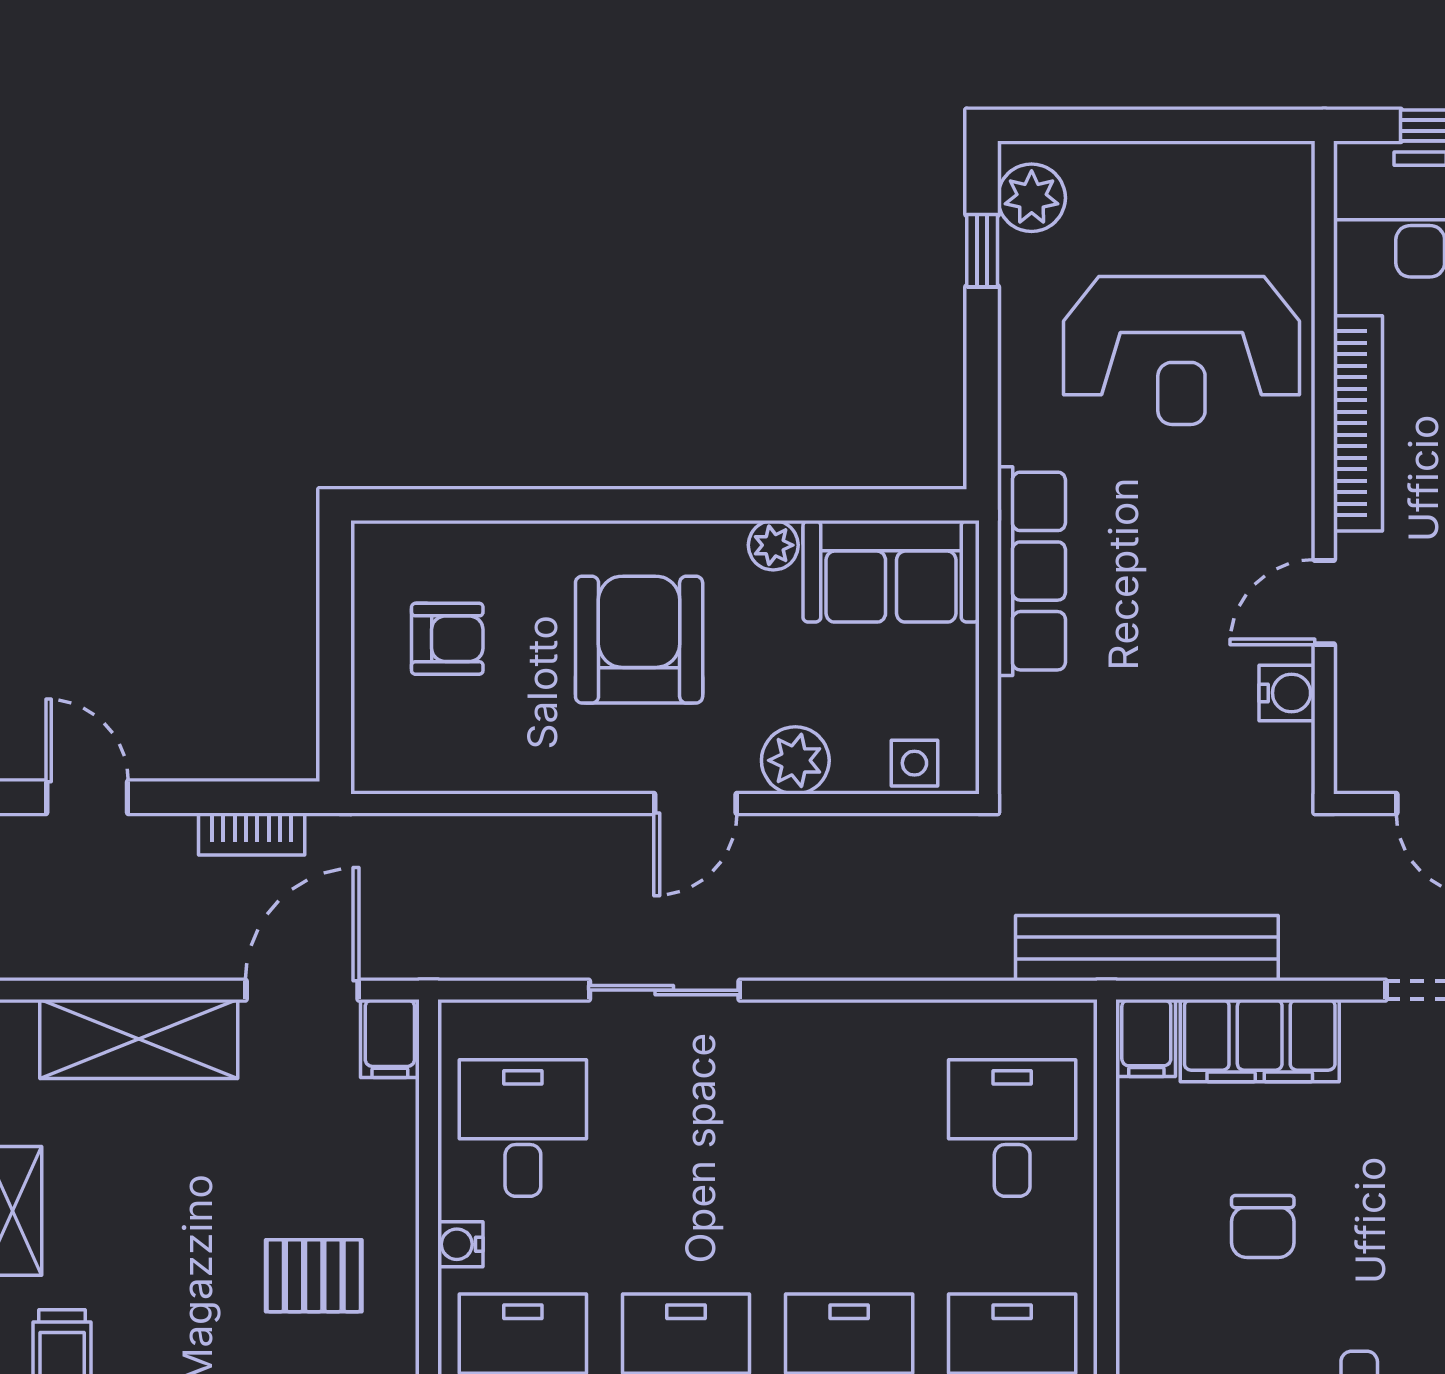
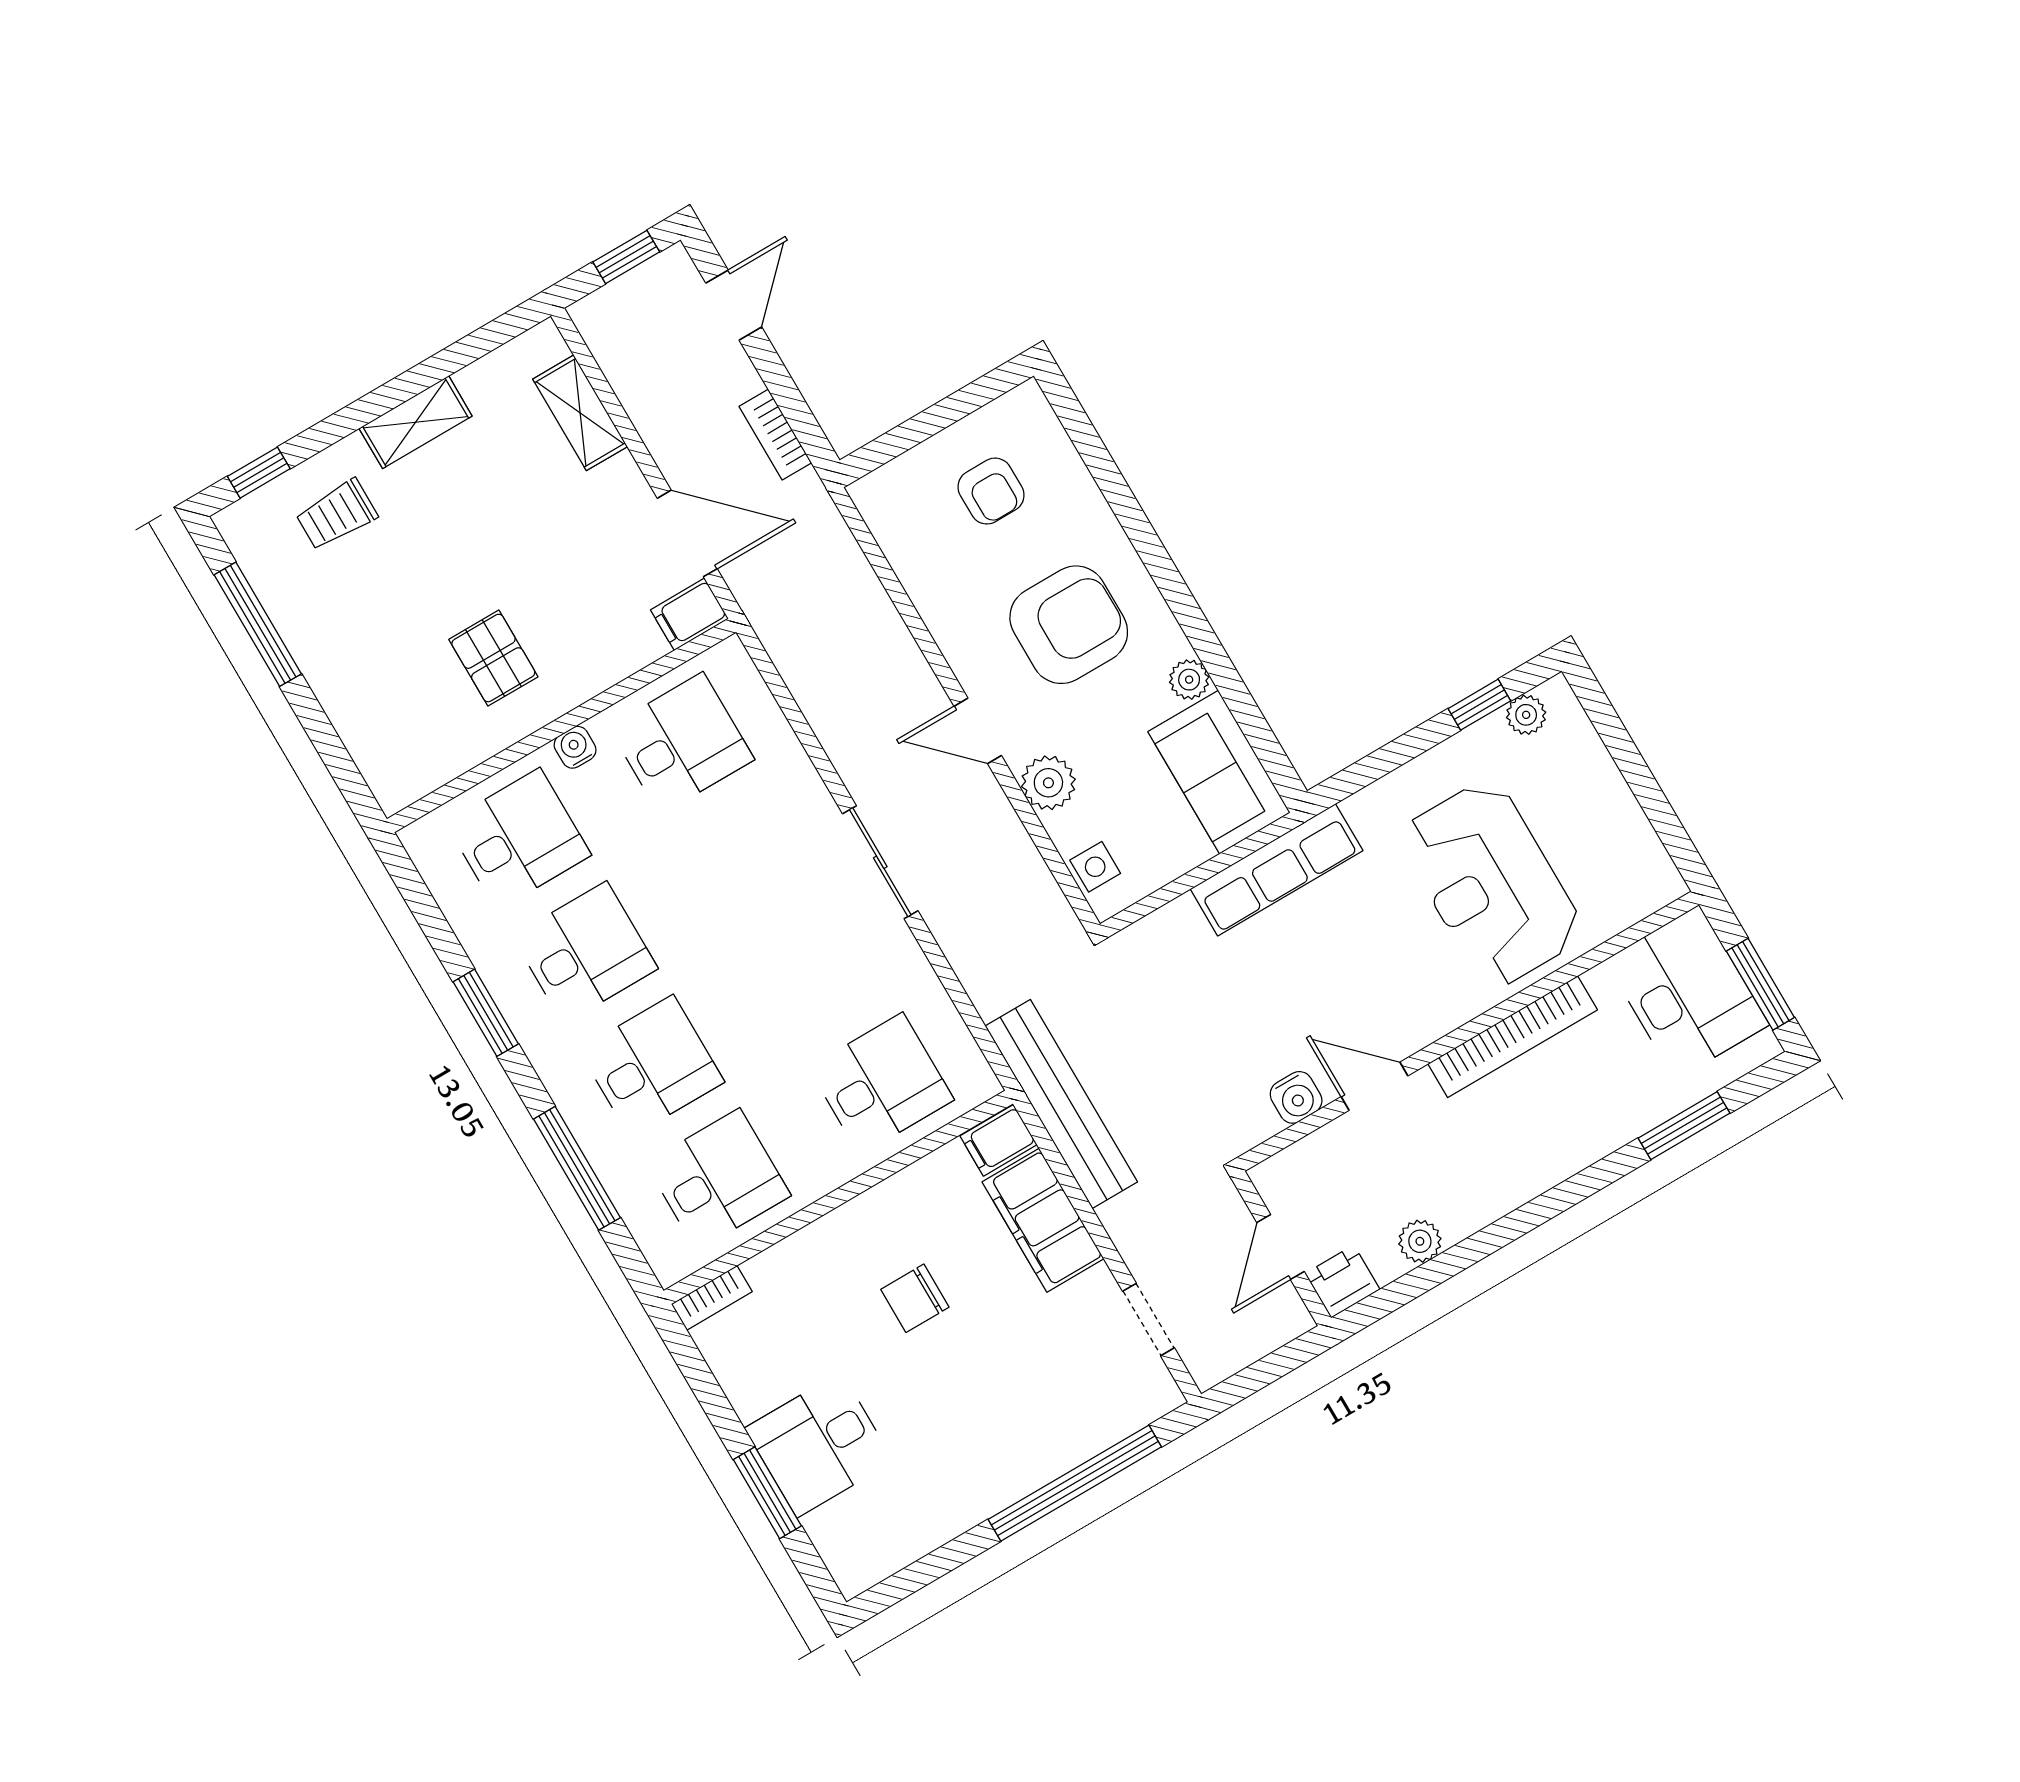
plant: (1032, 198) -> (1526, 715), width x0.73, depth x0.73
sliding door: (664, 990) -> (880, 862), moved
shelving: (139, 1039) -> (580, 413), width x0.67, depth x0.75

